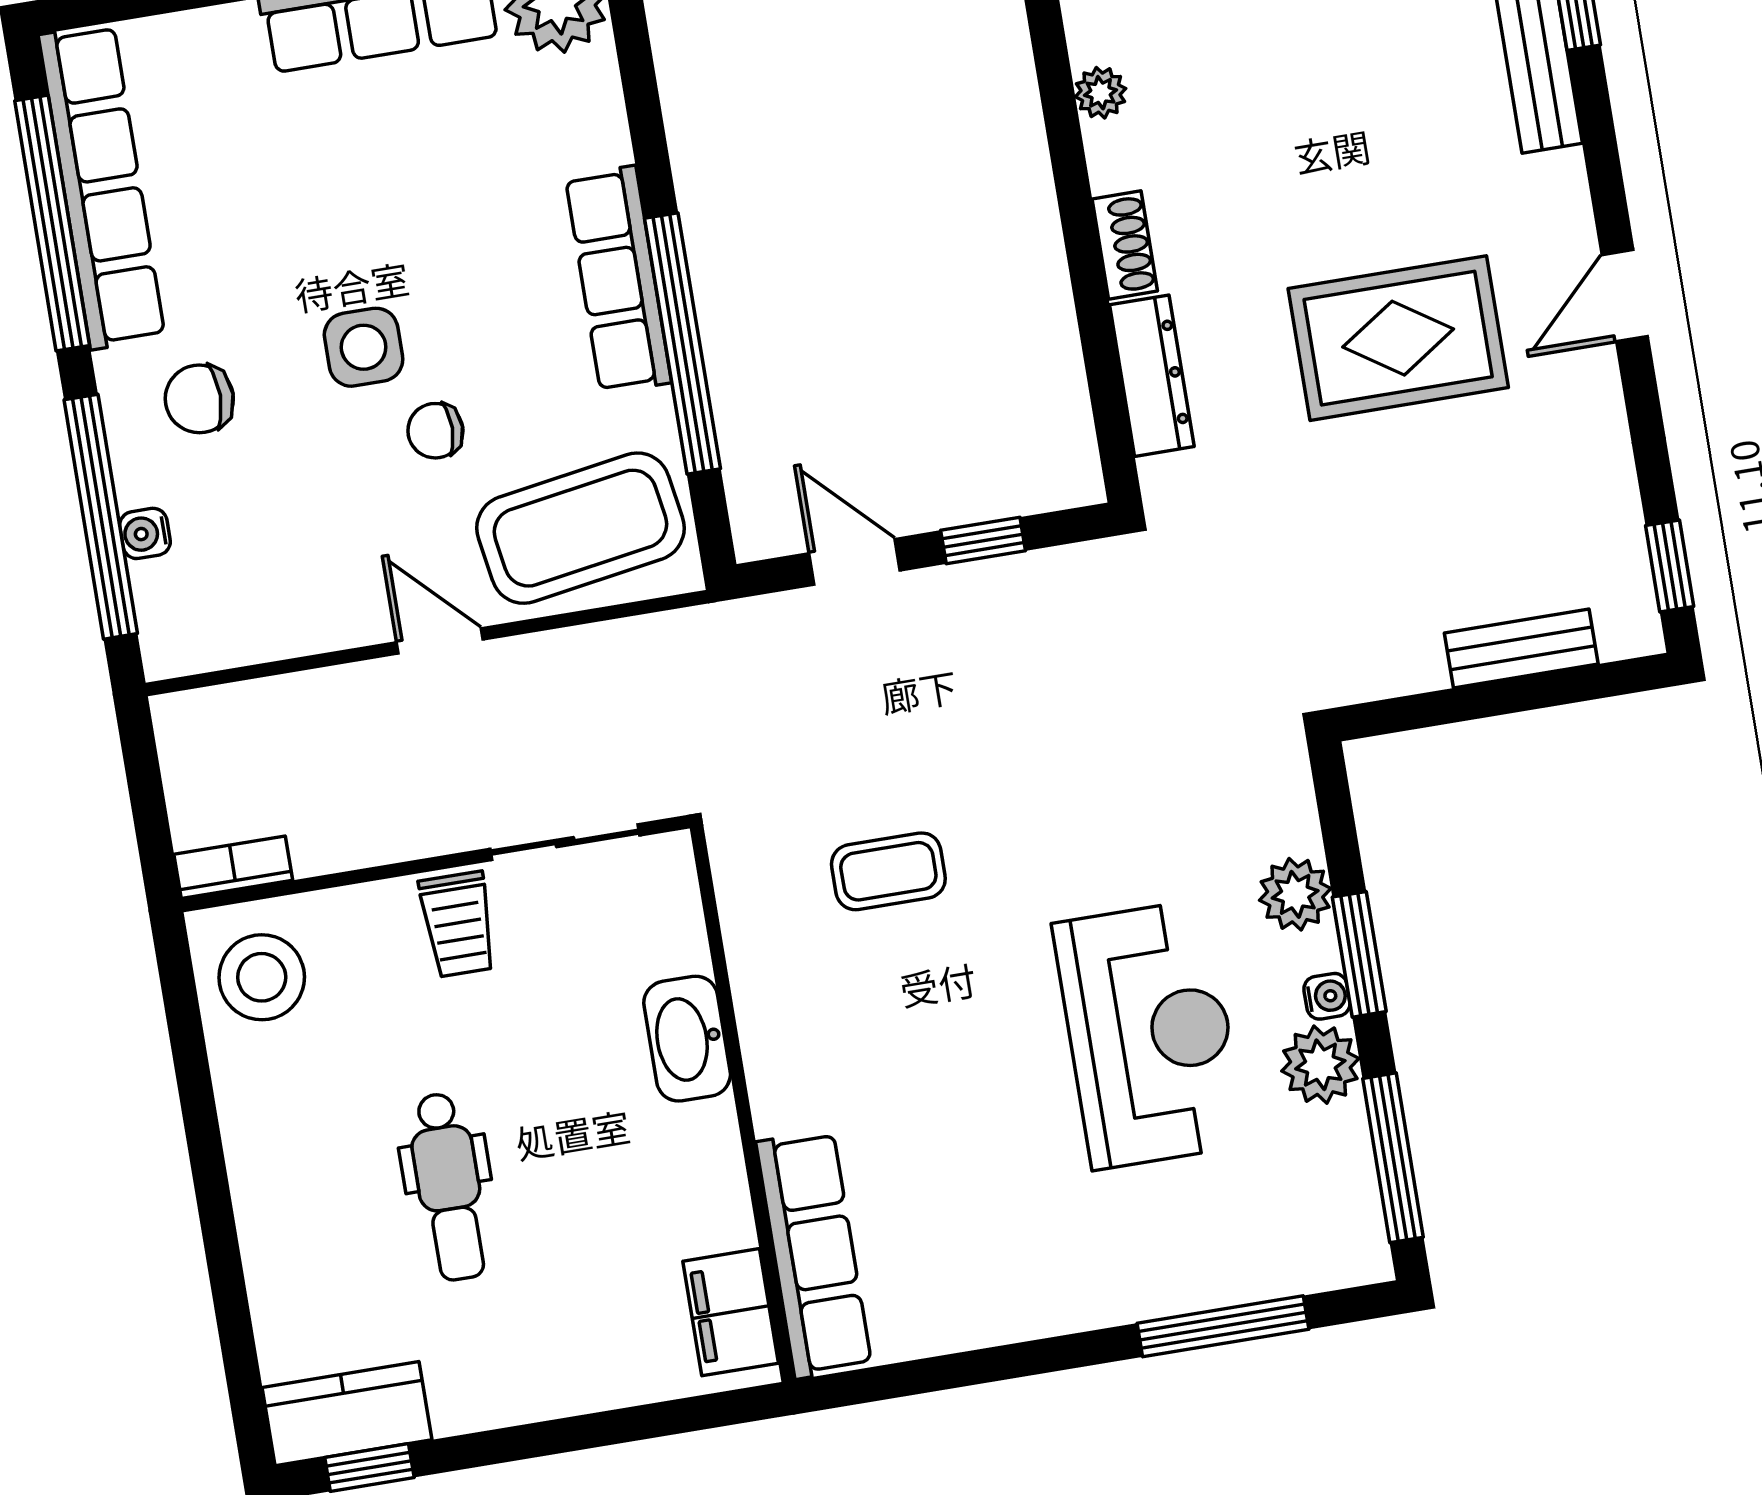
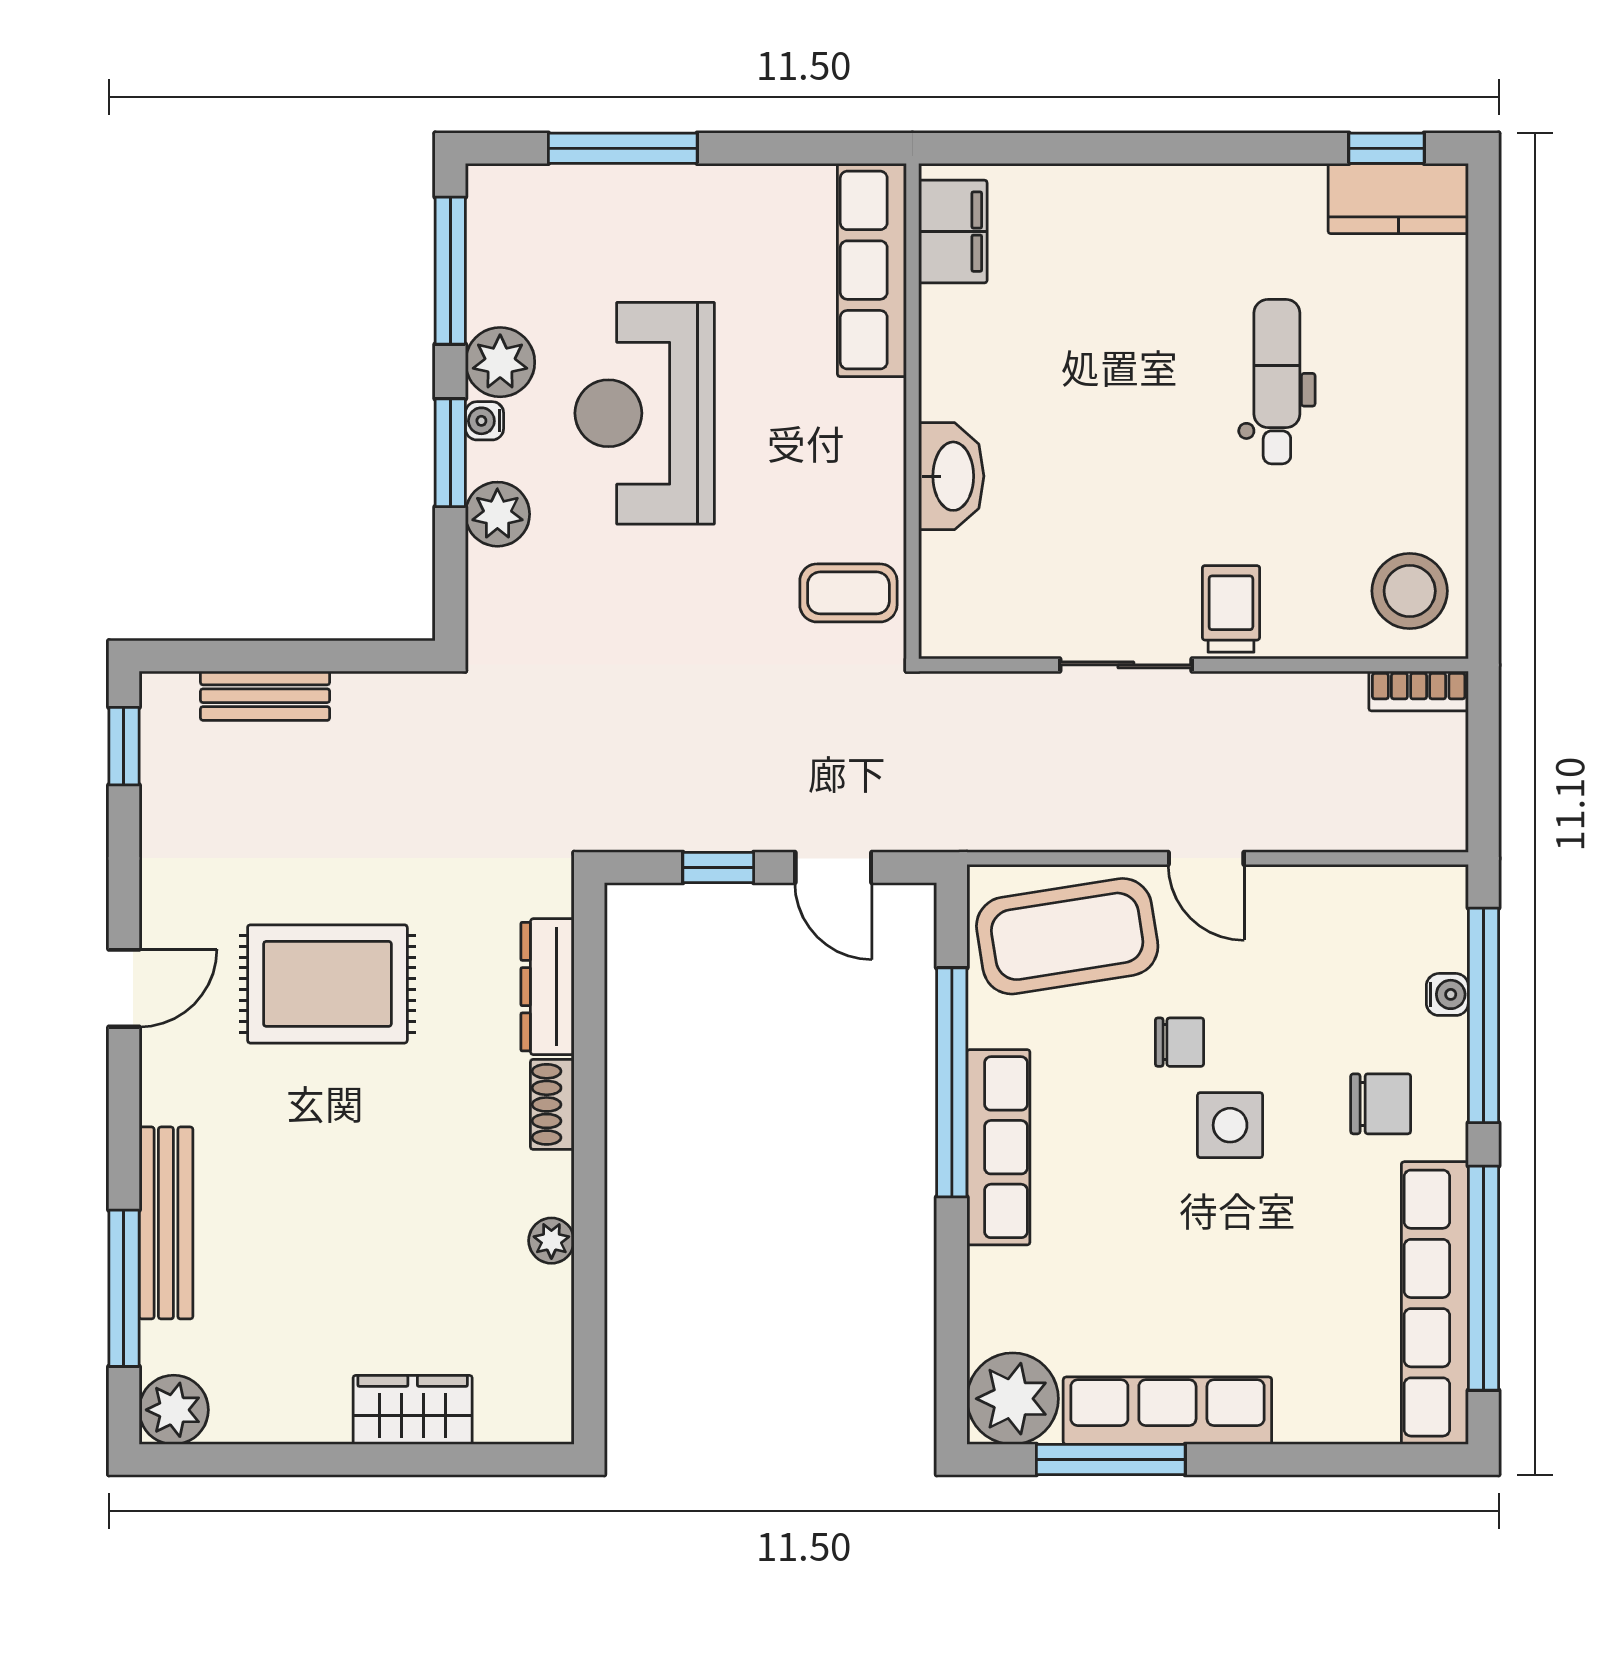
washbasin: (687, 1039) -> (951, 476), moved
wall: (742, 1104) -> (912, 411), moved
row of seats: (814, 1254) -> (872, 270), moved
filing cabinet: (731, 1312) -> (953, 232), moved

